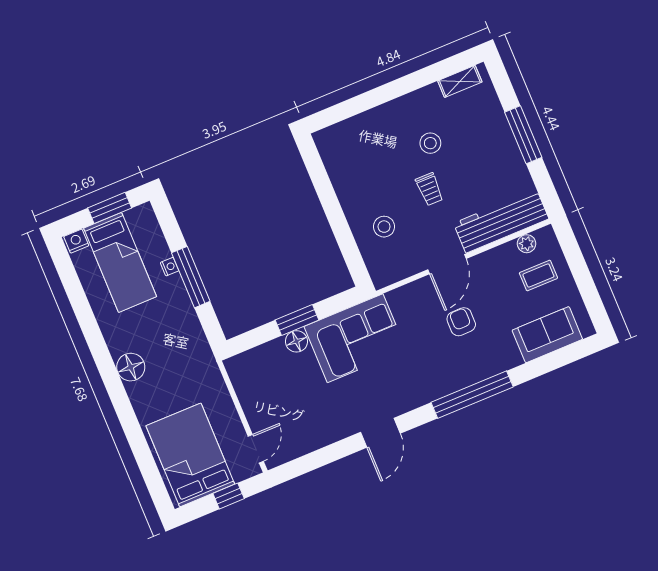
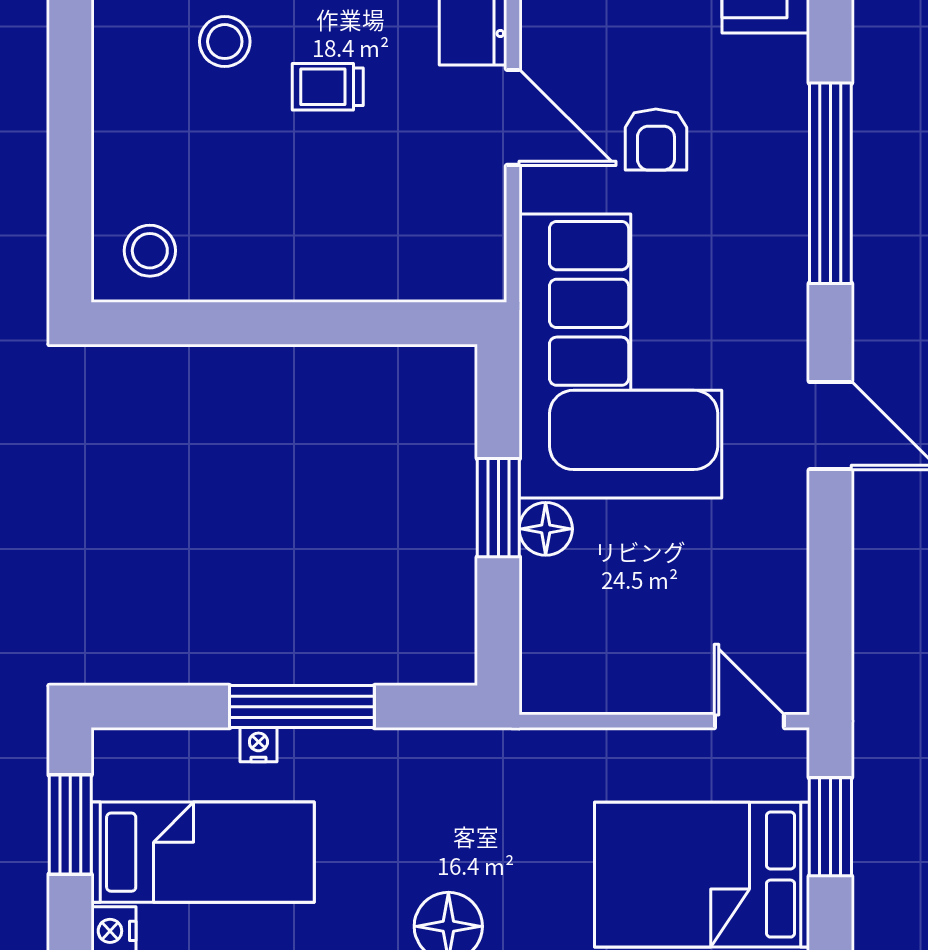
trolley: (429, 189) -> (328, 87), turned 180
stool: (384, 227) -> (150, 251), moved
armchair: (461, 322) -> (656, 140), turned -90
corner sofa: (355, 338) -> (620, 356), width x1.36, depth x1.36
window: (229, 496) -> (830, 827), width x1.50

